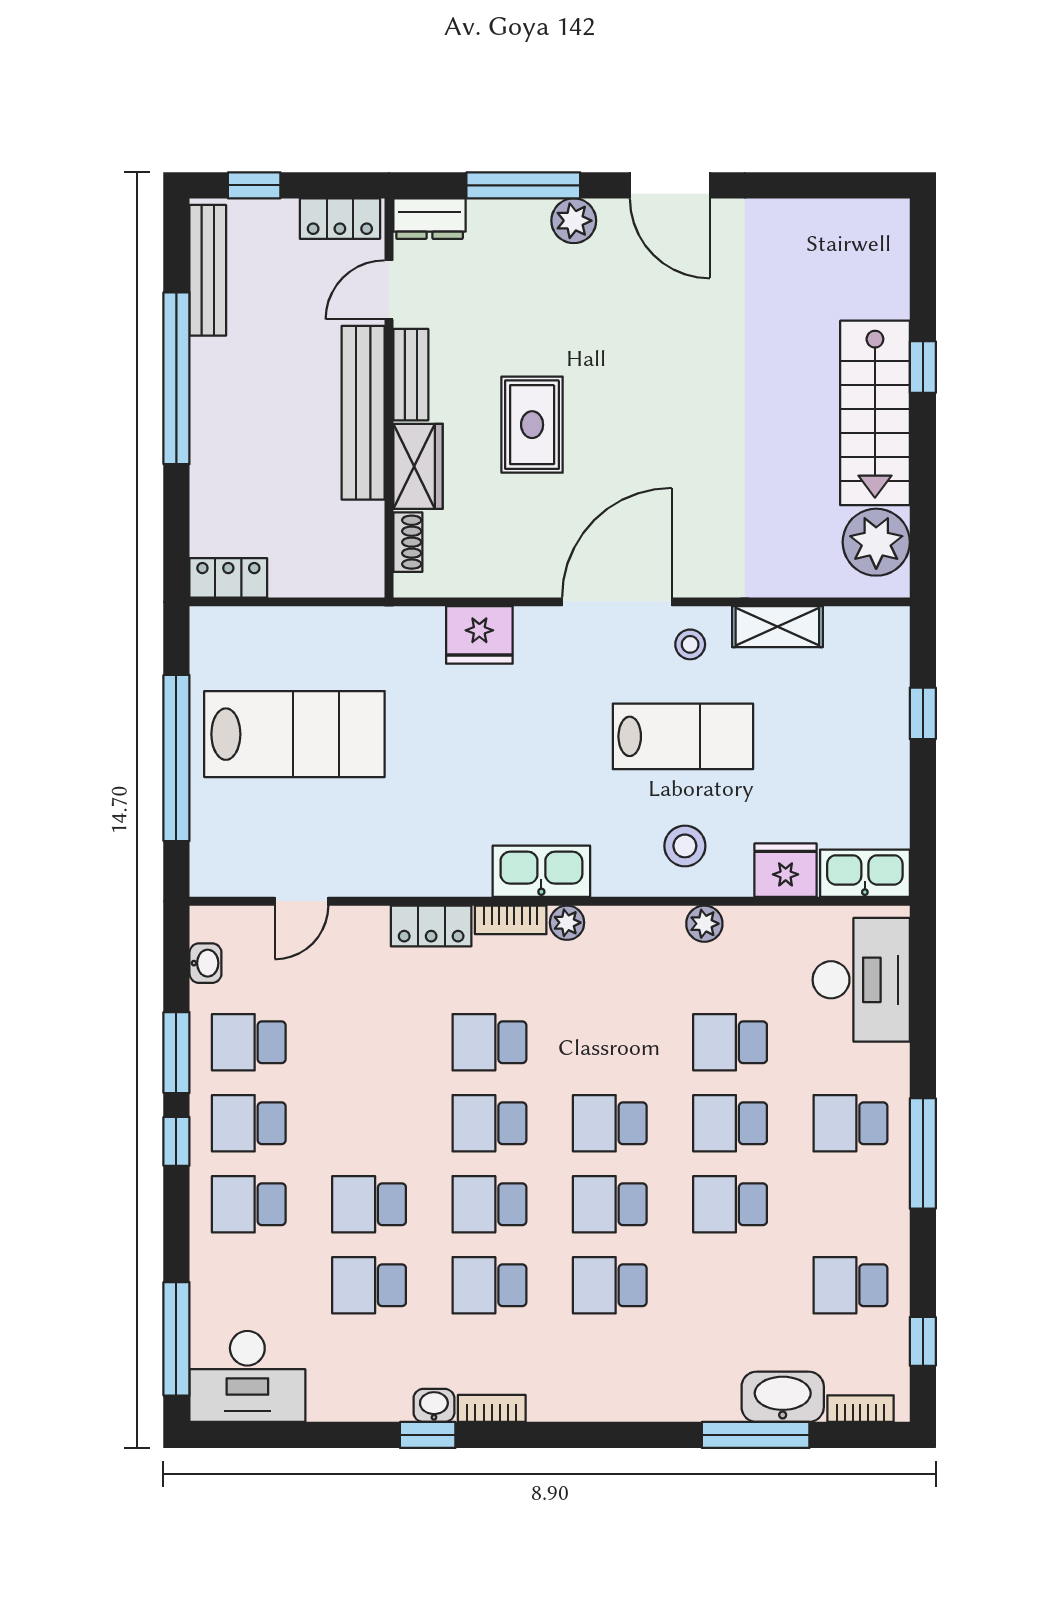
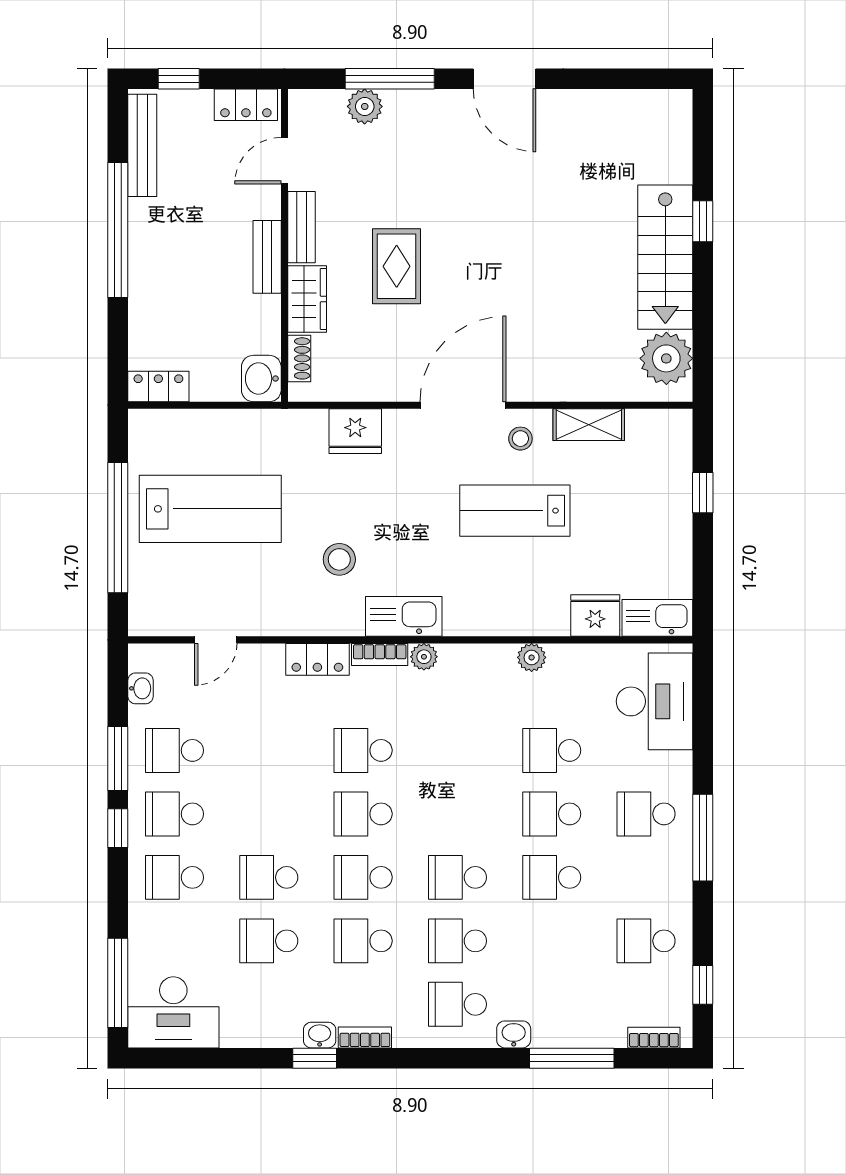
dresser: (430, 219) -> (316, 105), removed
plant: (574, 221) -> (365, 106), moved
bench: (363, 413) -> (267, 257), width x0.54, depth x0.82
washbasin: (360, 568) -> (261, 379), added
lab bench: (683, 736) -> (515, 511), turned 180
stool: (685, 846) -> (339, 559), moved
school desk: (610, 1123) -> (457, 1004), moved
washbasin: (783, 1397) -> (514, 1034), moved, width x0.52, depth x0.69

